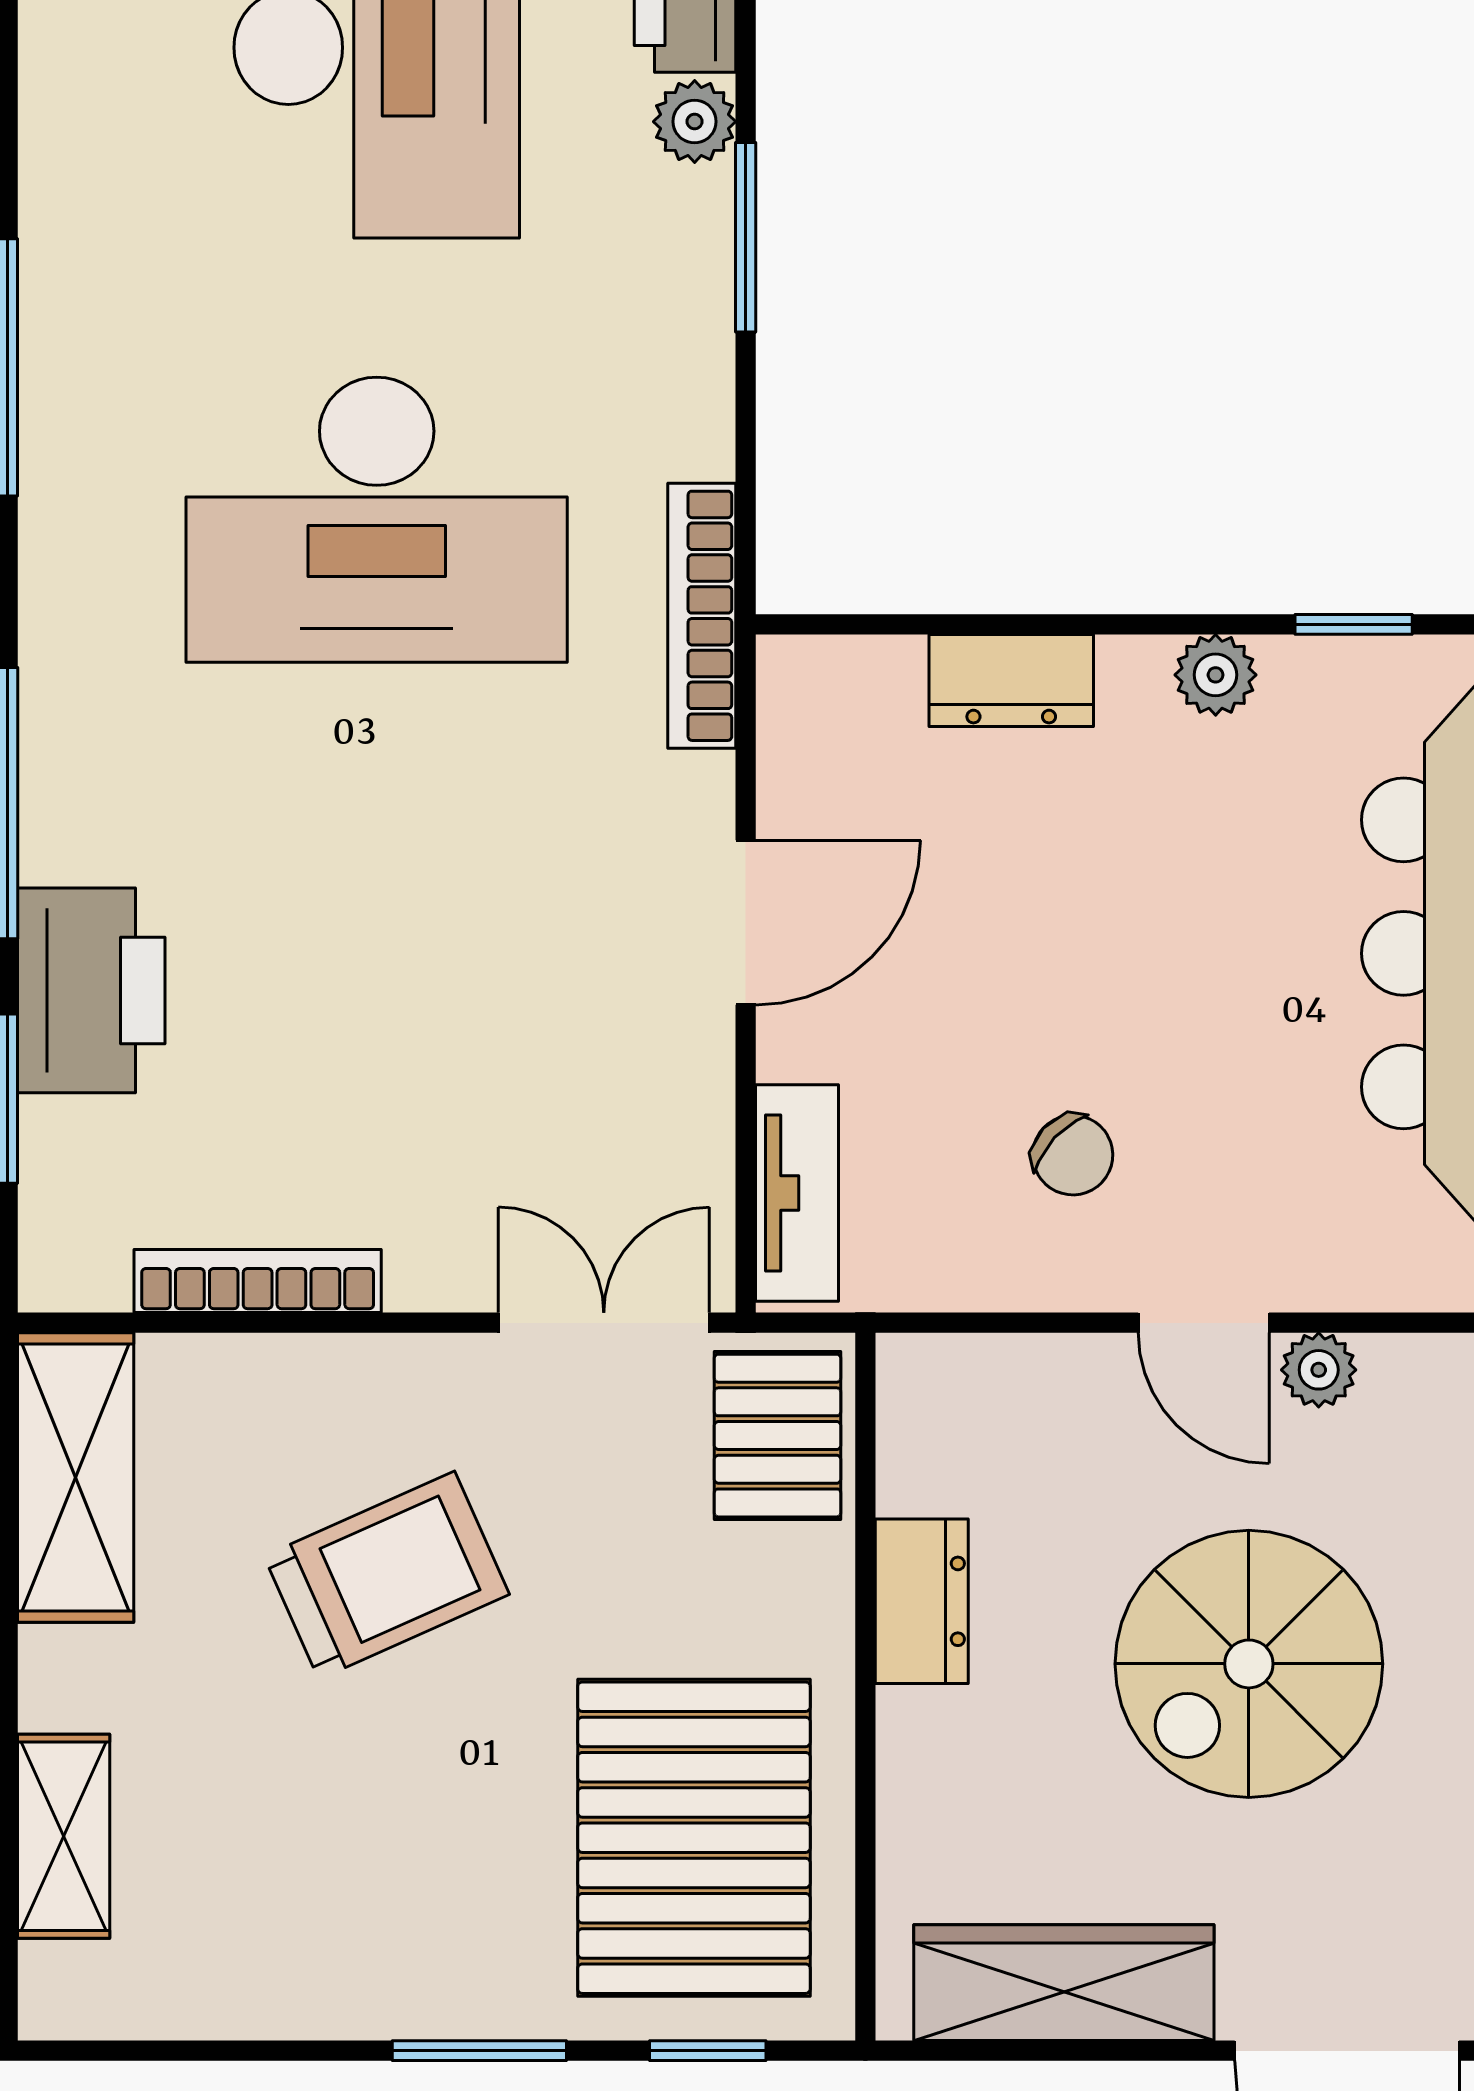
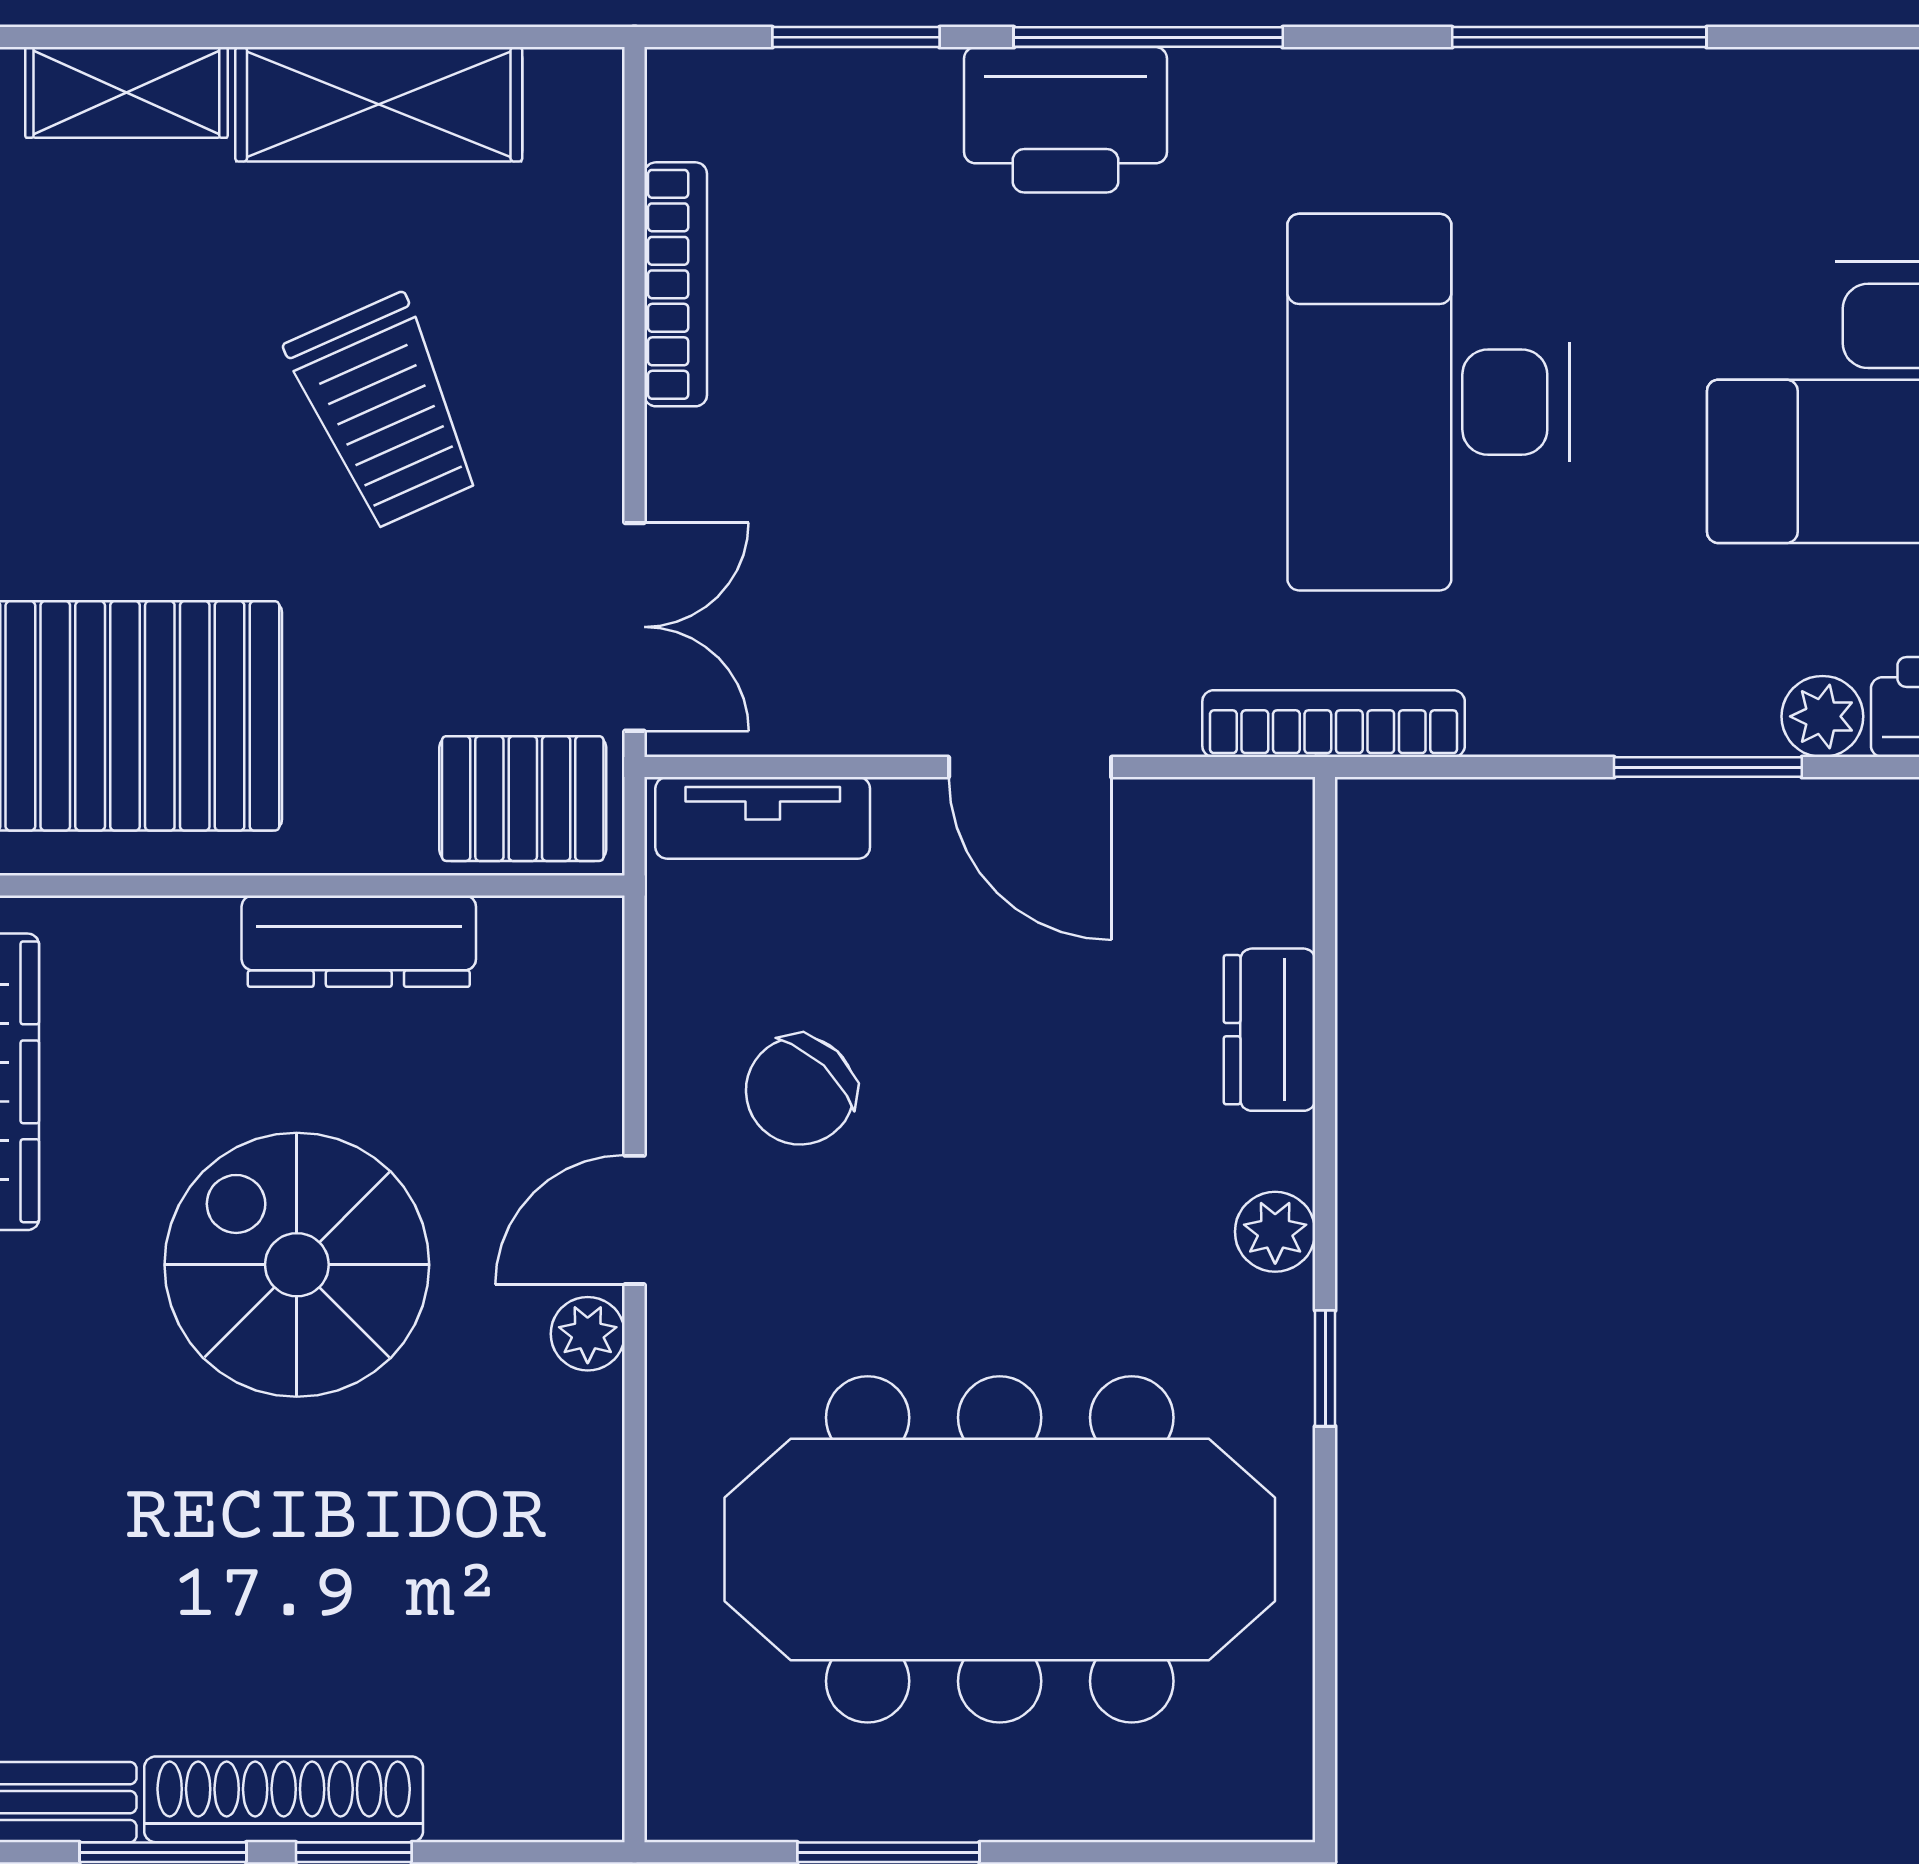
printer: (91, 990) -> (1066, 120), moved
chair: (1073, 1155) -> (800, 1091), width x1.37, depth x1.37
shelving: (76, 1477) -> (379, 104), moved
dresser: (922, 1601) -> (359, 941), width x1.44

